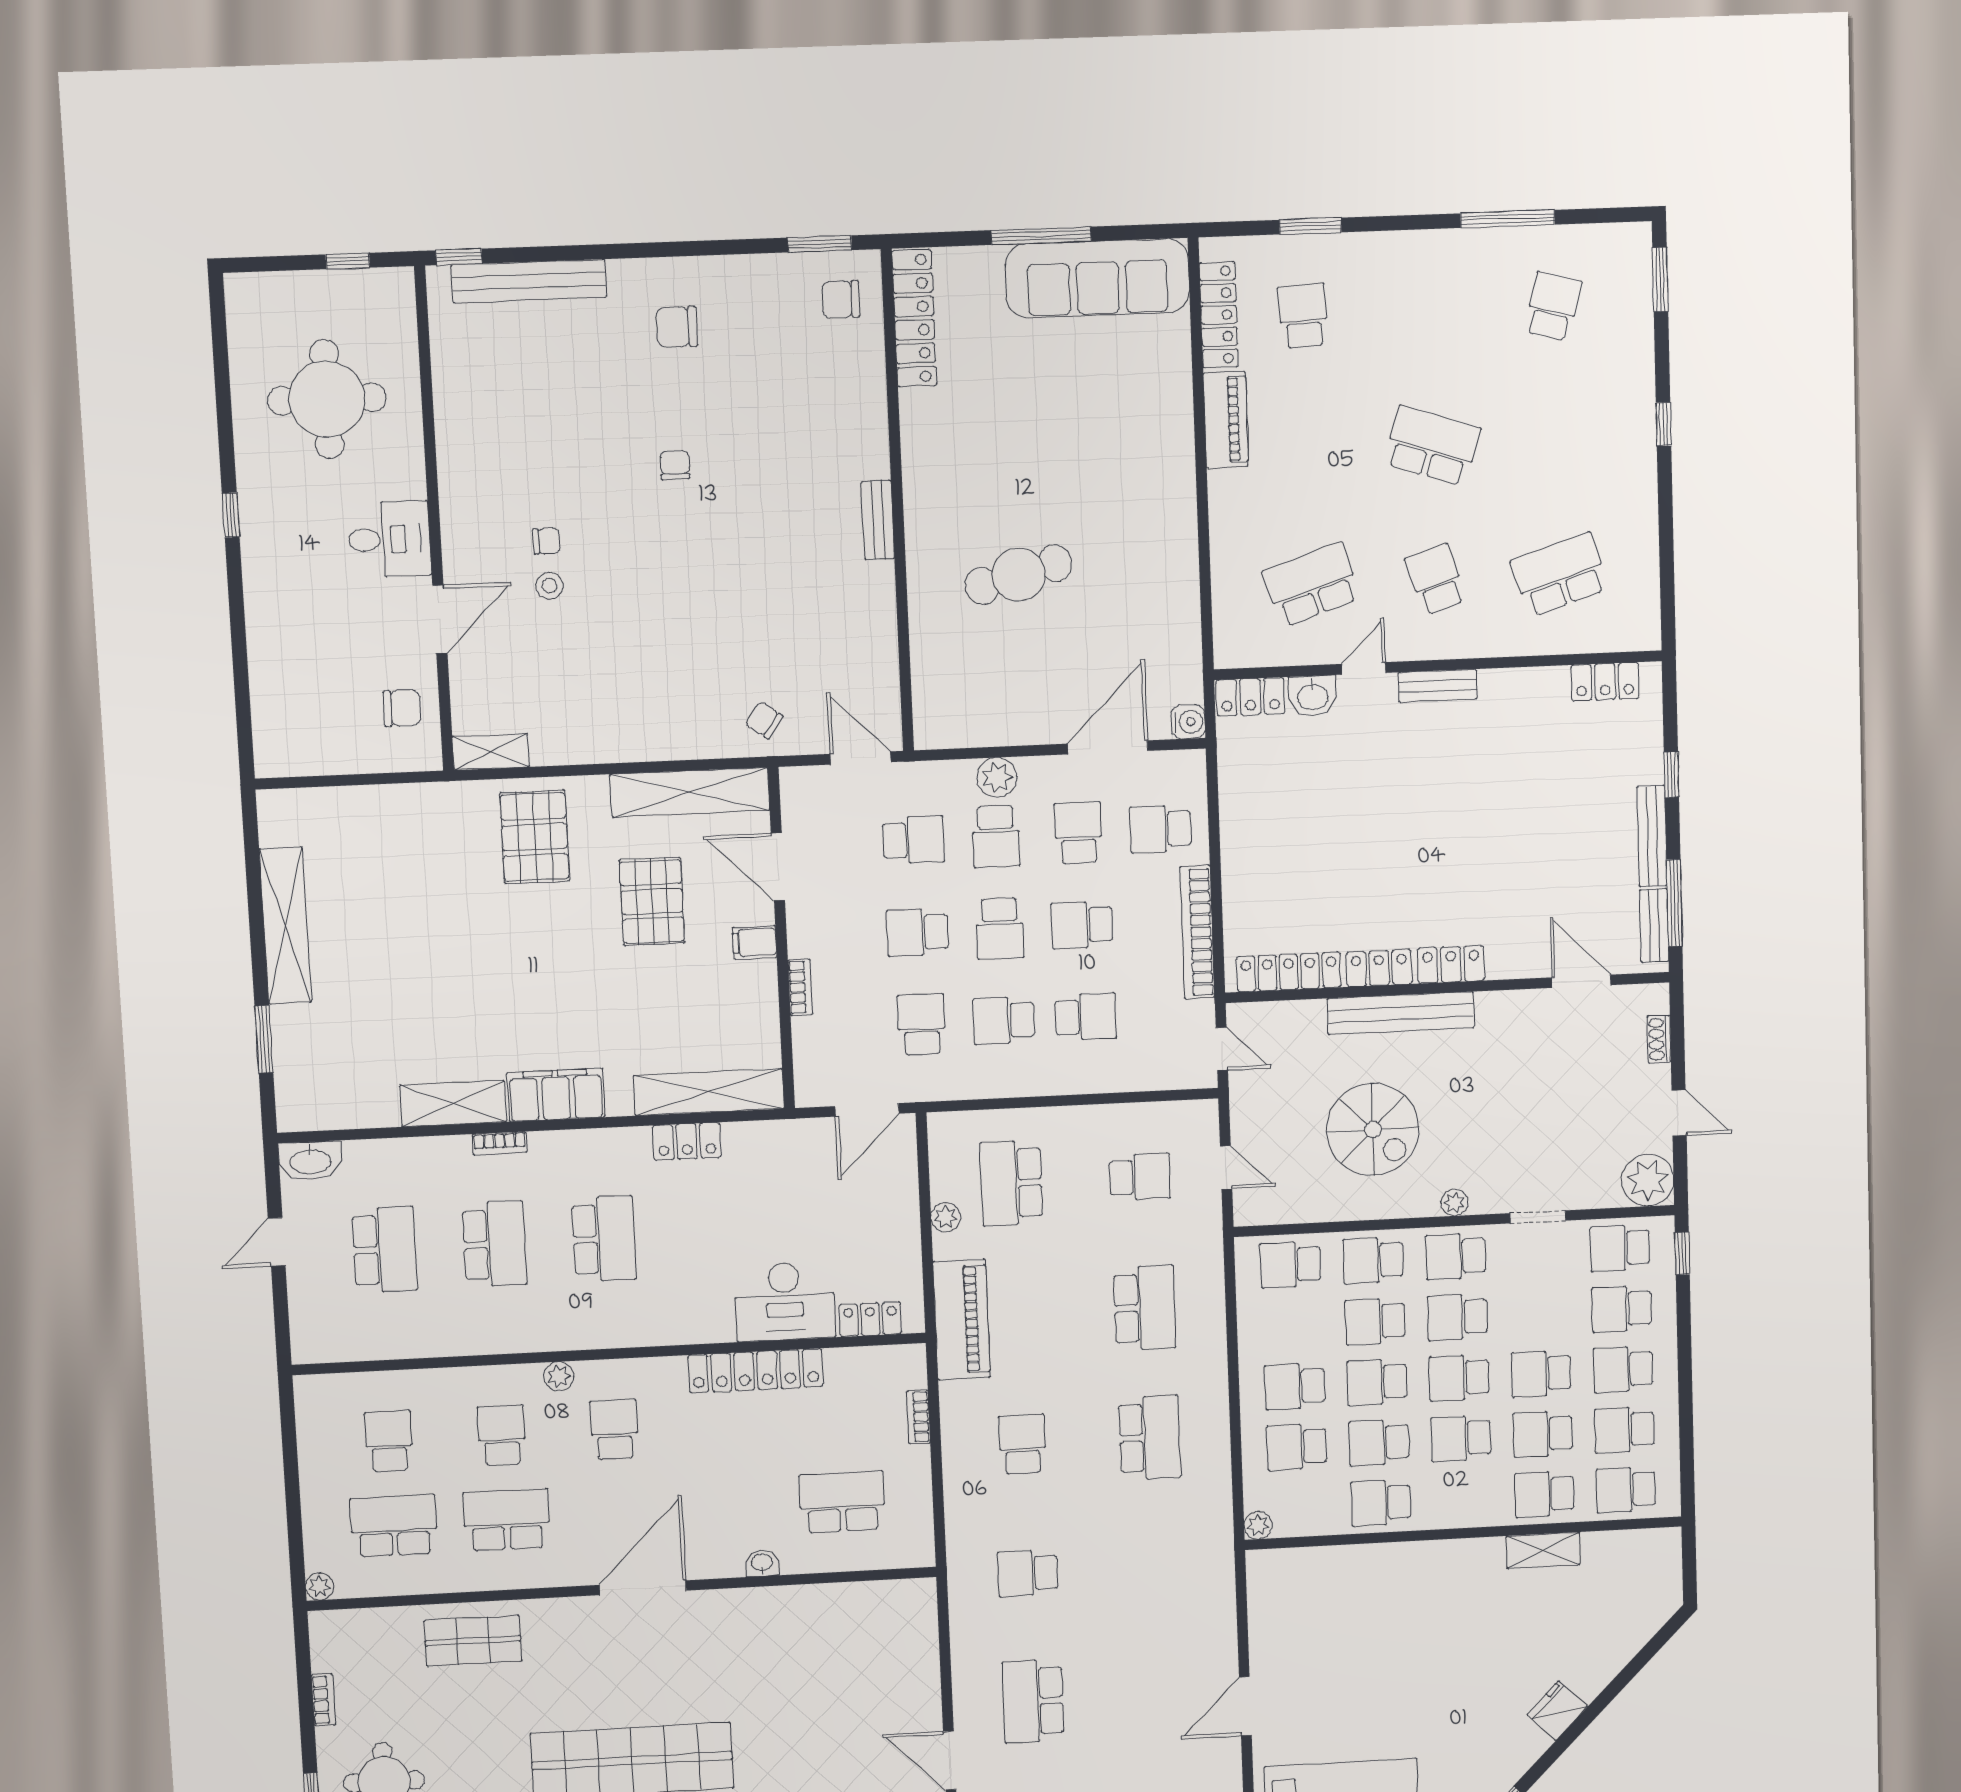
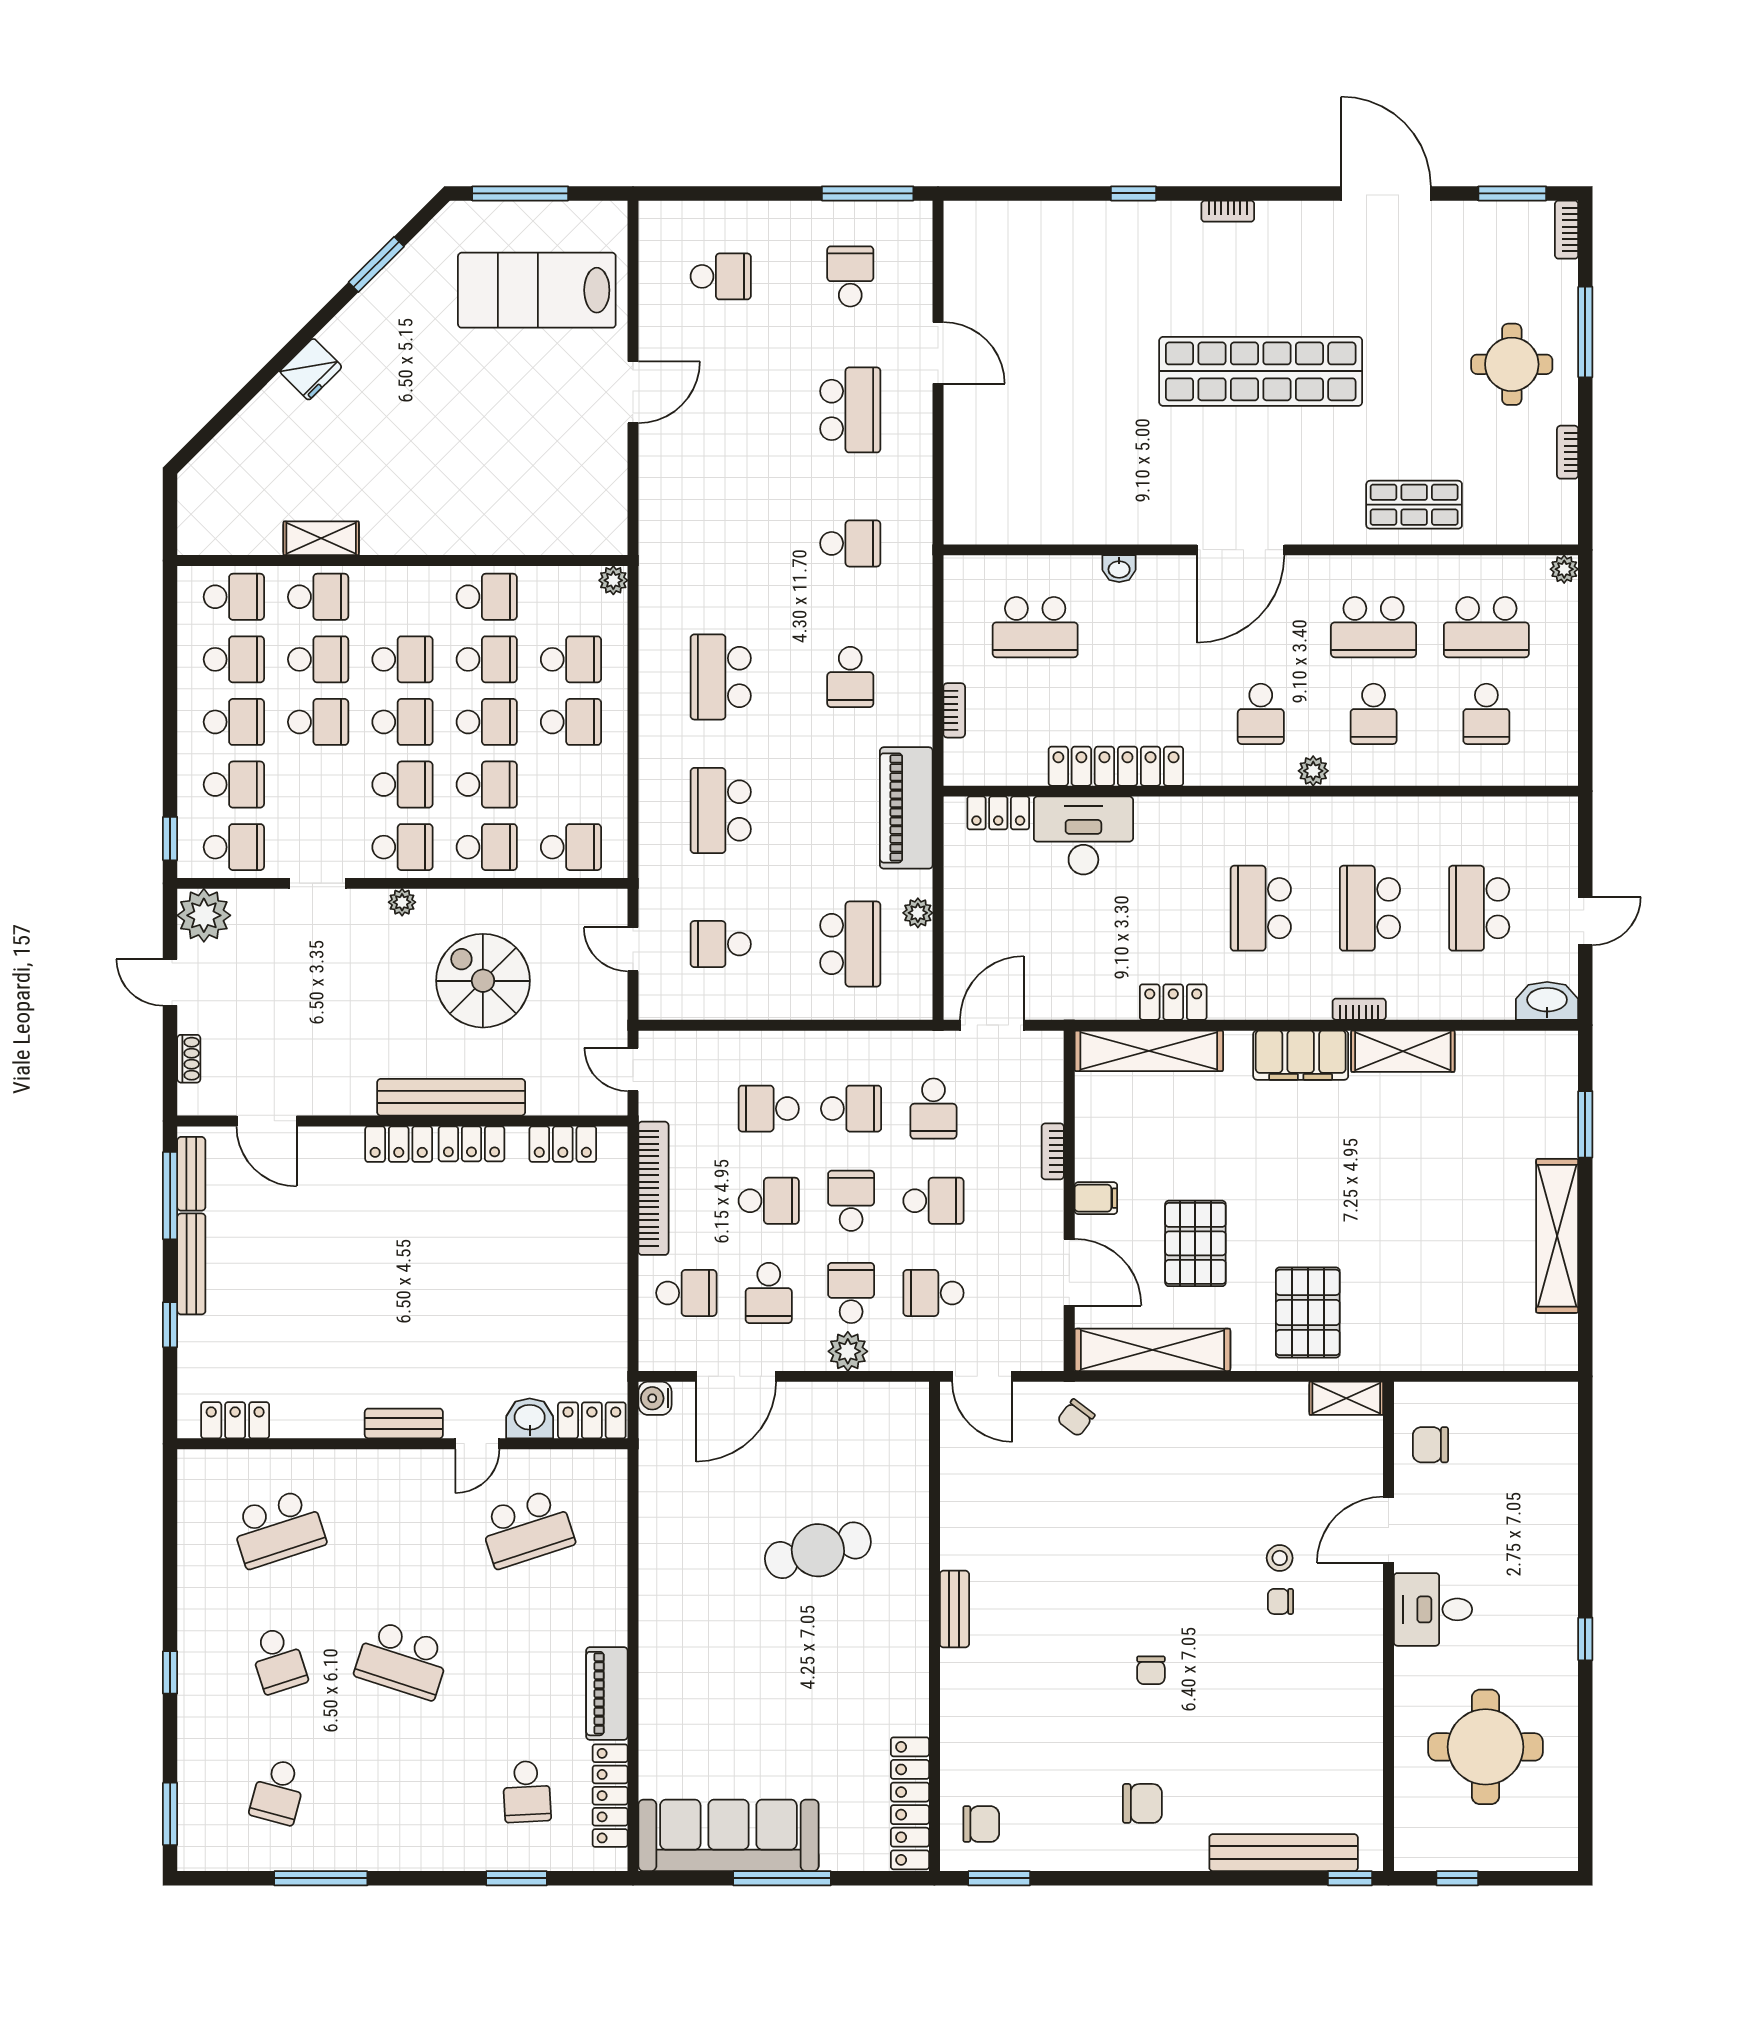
school desk: (1436, 579) -> (278, 1660), moved
chair: (764, 720) -> (1076, 1418), turned 92
locker: (1289, 972) -> (563, 1144), width x0.66

